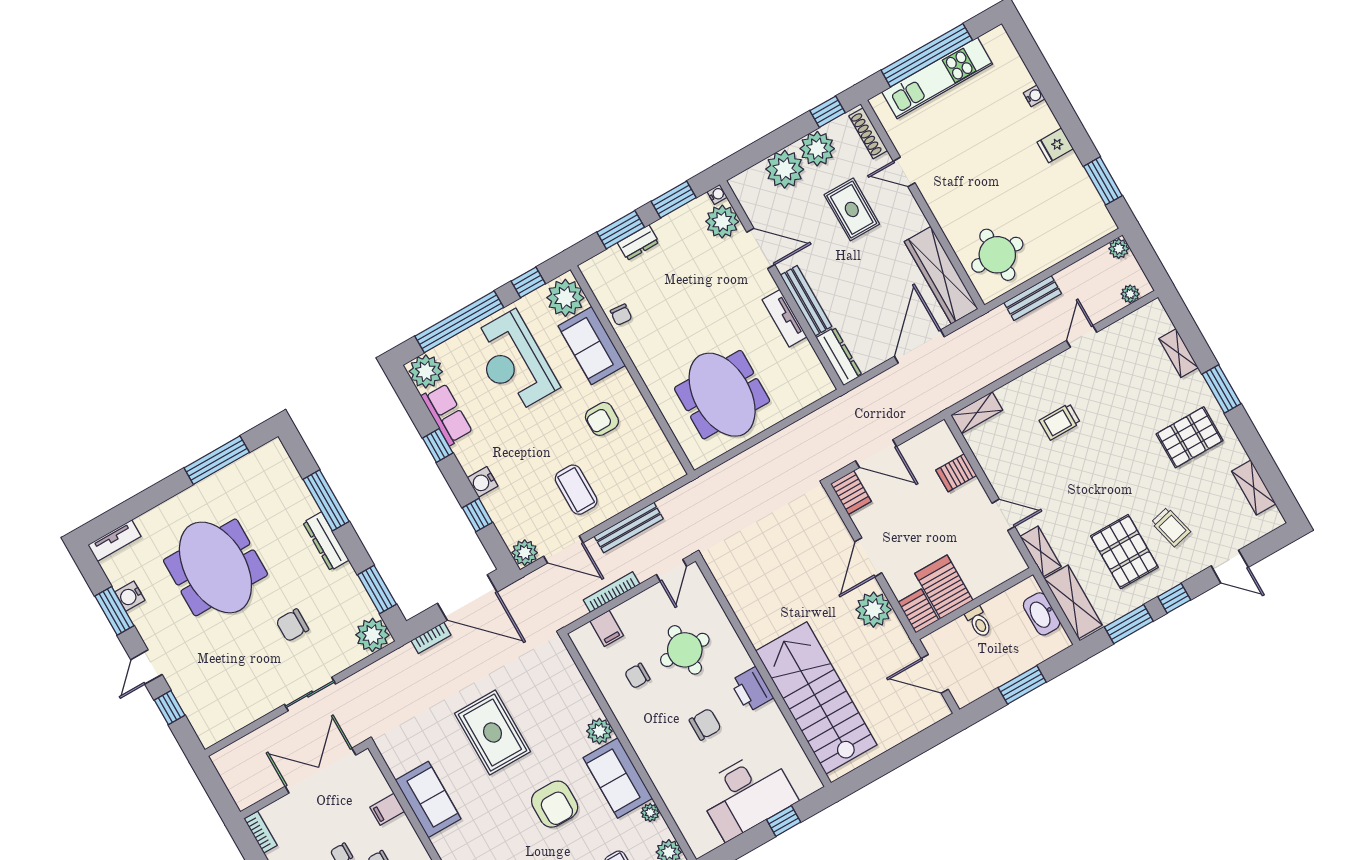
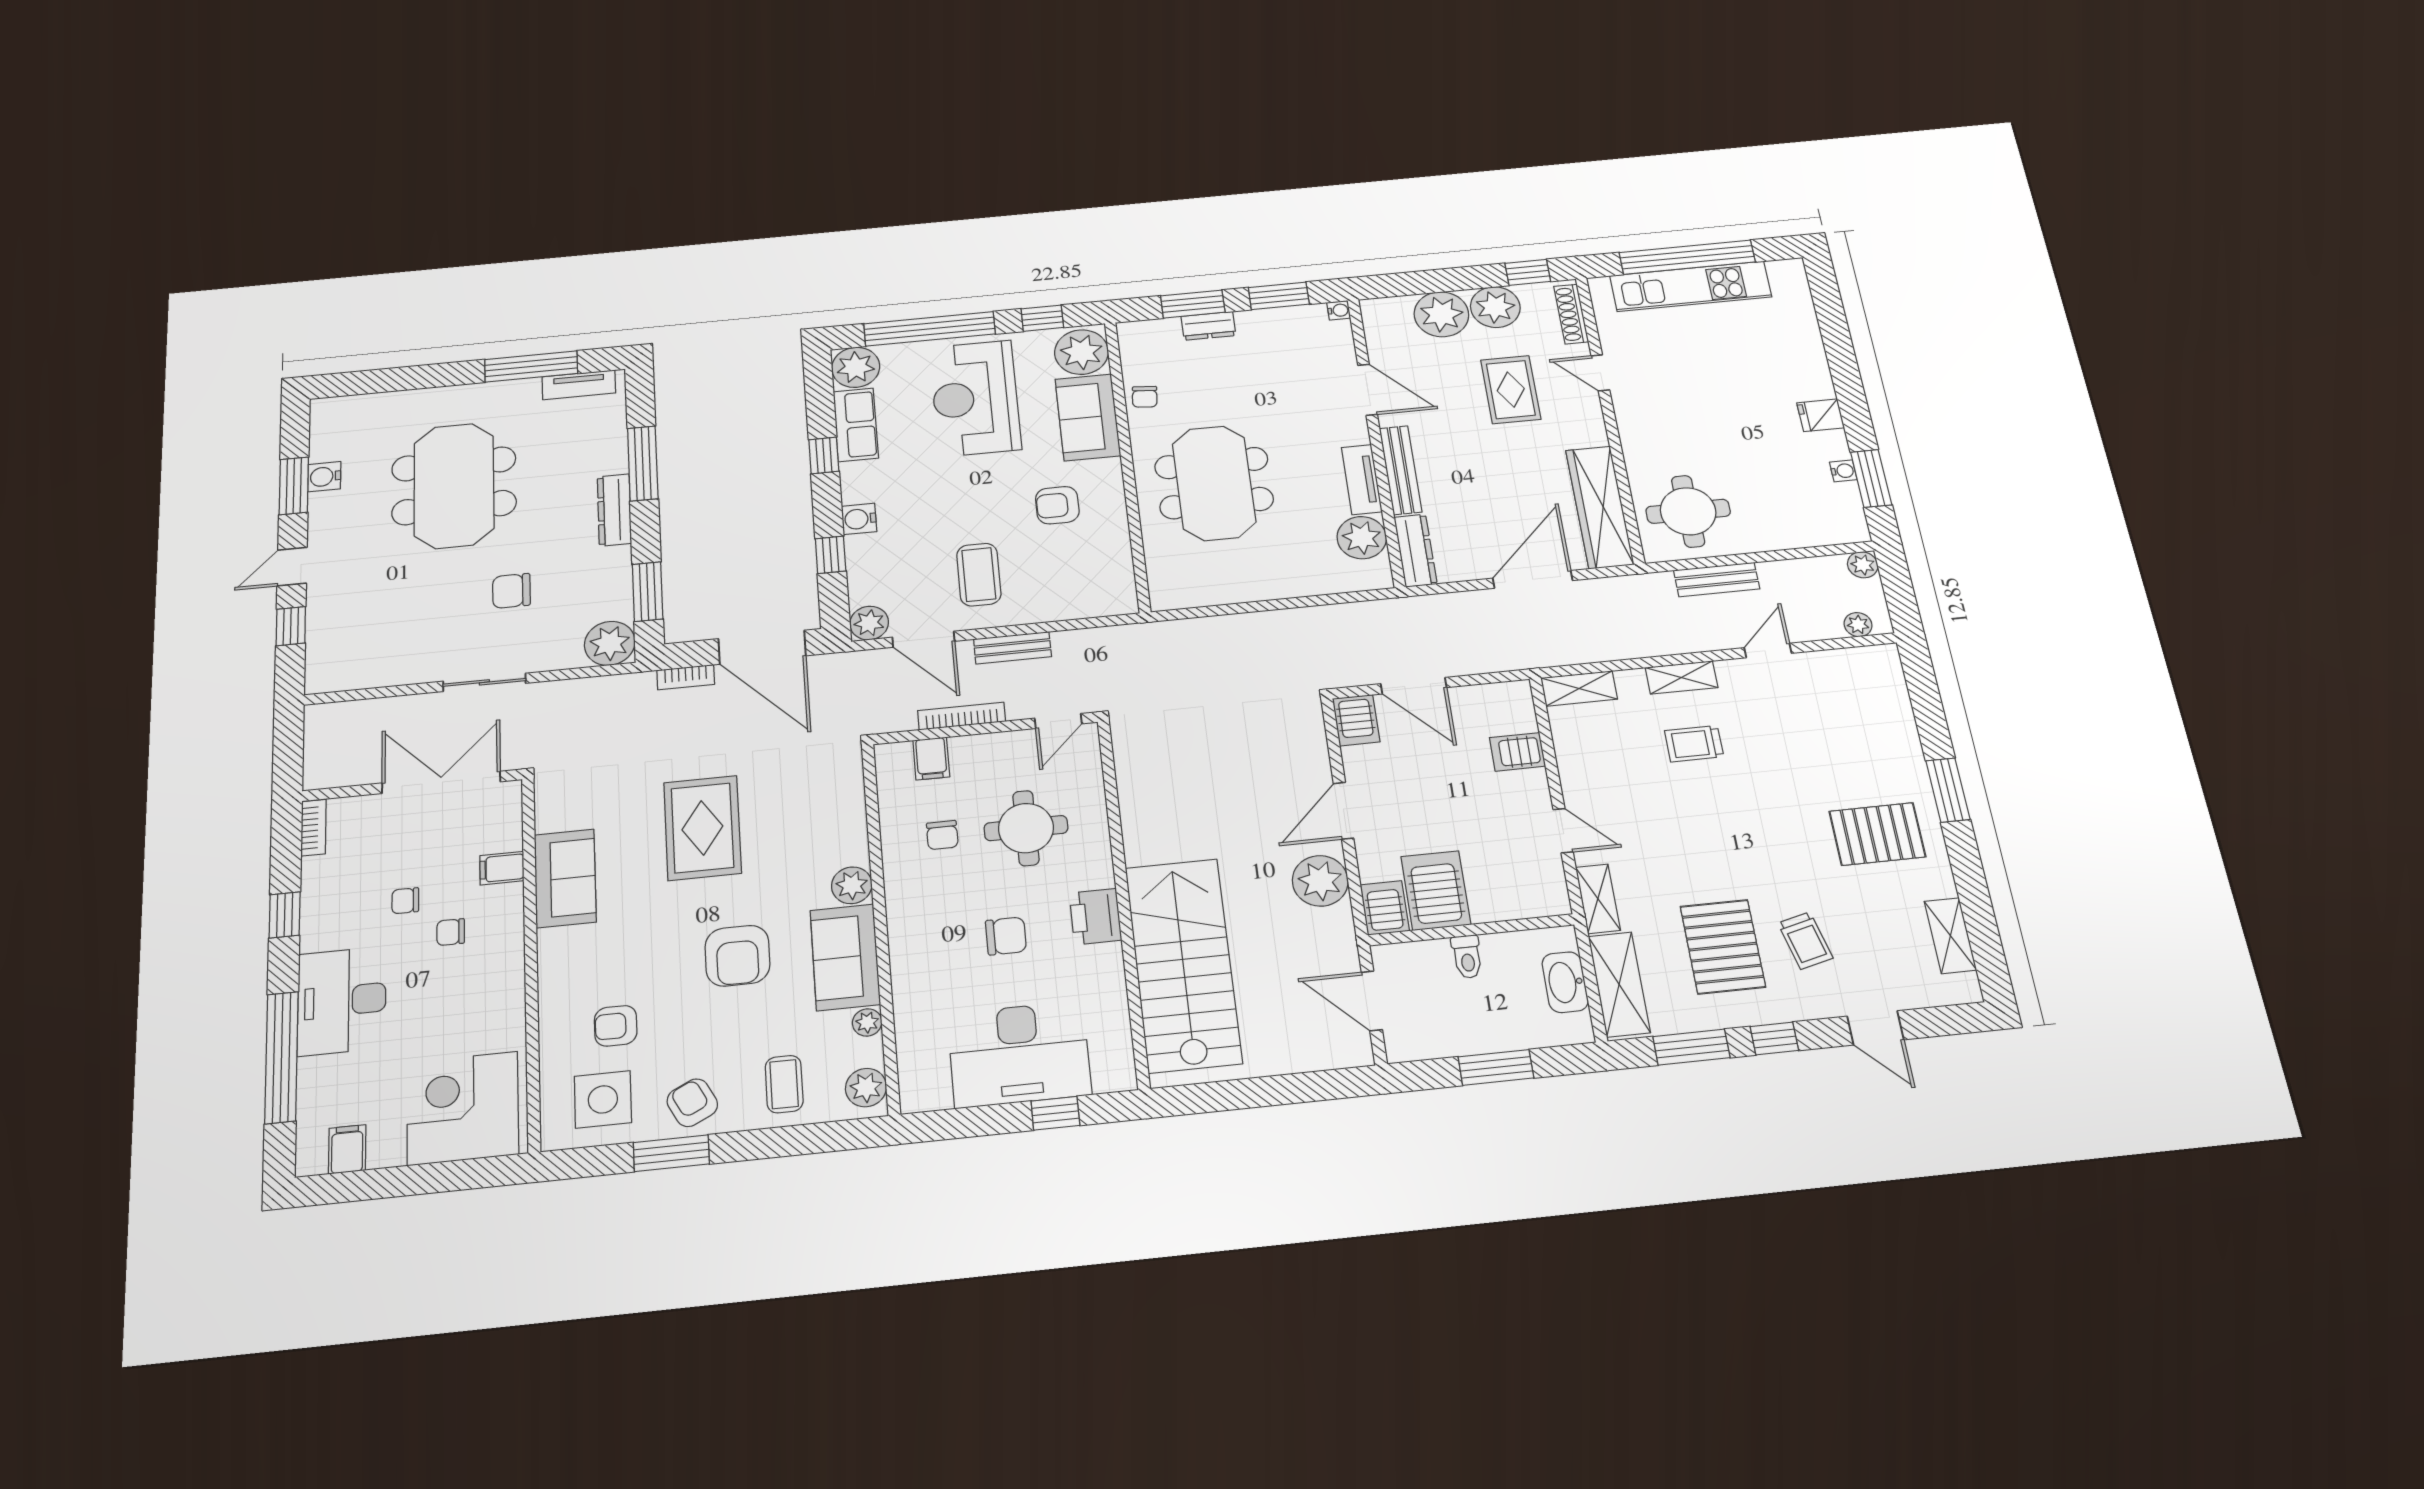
water cooler: (1034, 96) -> (1843, 471), moved
plant: (722, 222) -> (1362, 538), moved
shelving: (1178, 353) -> (1682, 677), moved, turned 90
meeting table: (722, 395) -> (1214, 483), moved
bench: (629, 528) -> (1012, 648), width x0.73
tv unit: (114, 541) -> (579, 385), moved
chair: (637, 676) -> (942, 835), turned -90

